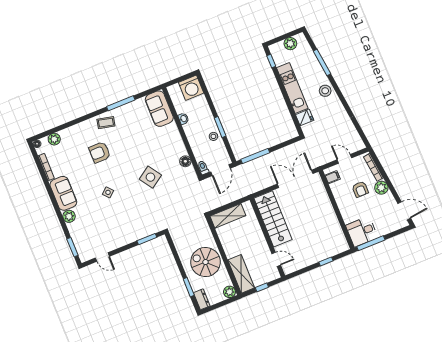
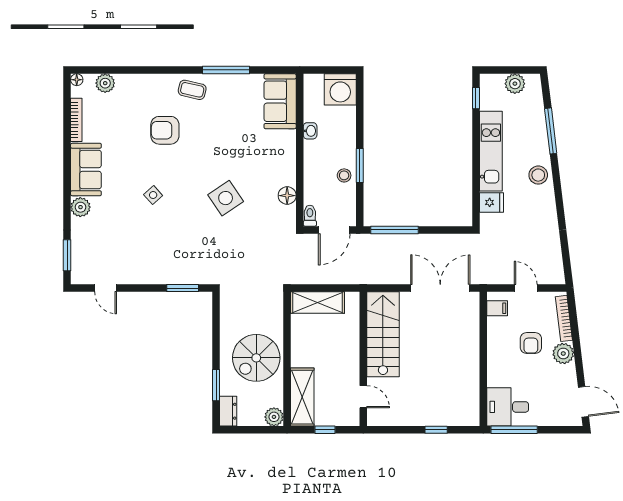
spiral stairs: (205, 262) -> (256, 358), turned -90

